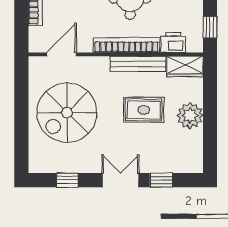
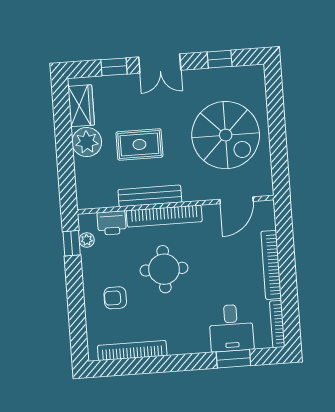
plant: (196, 29) -> (87, 240), added
wardrobe: (185, 67) -> (81, 106), moved, turned 90
spiral stairs: (67, 113) -> (226, 135), turned 90

